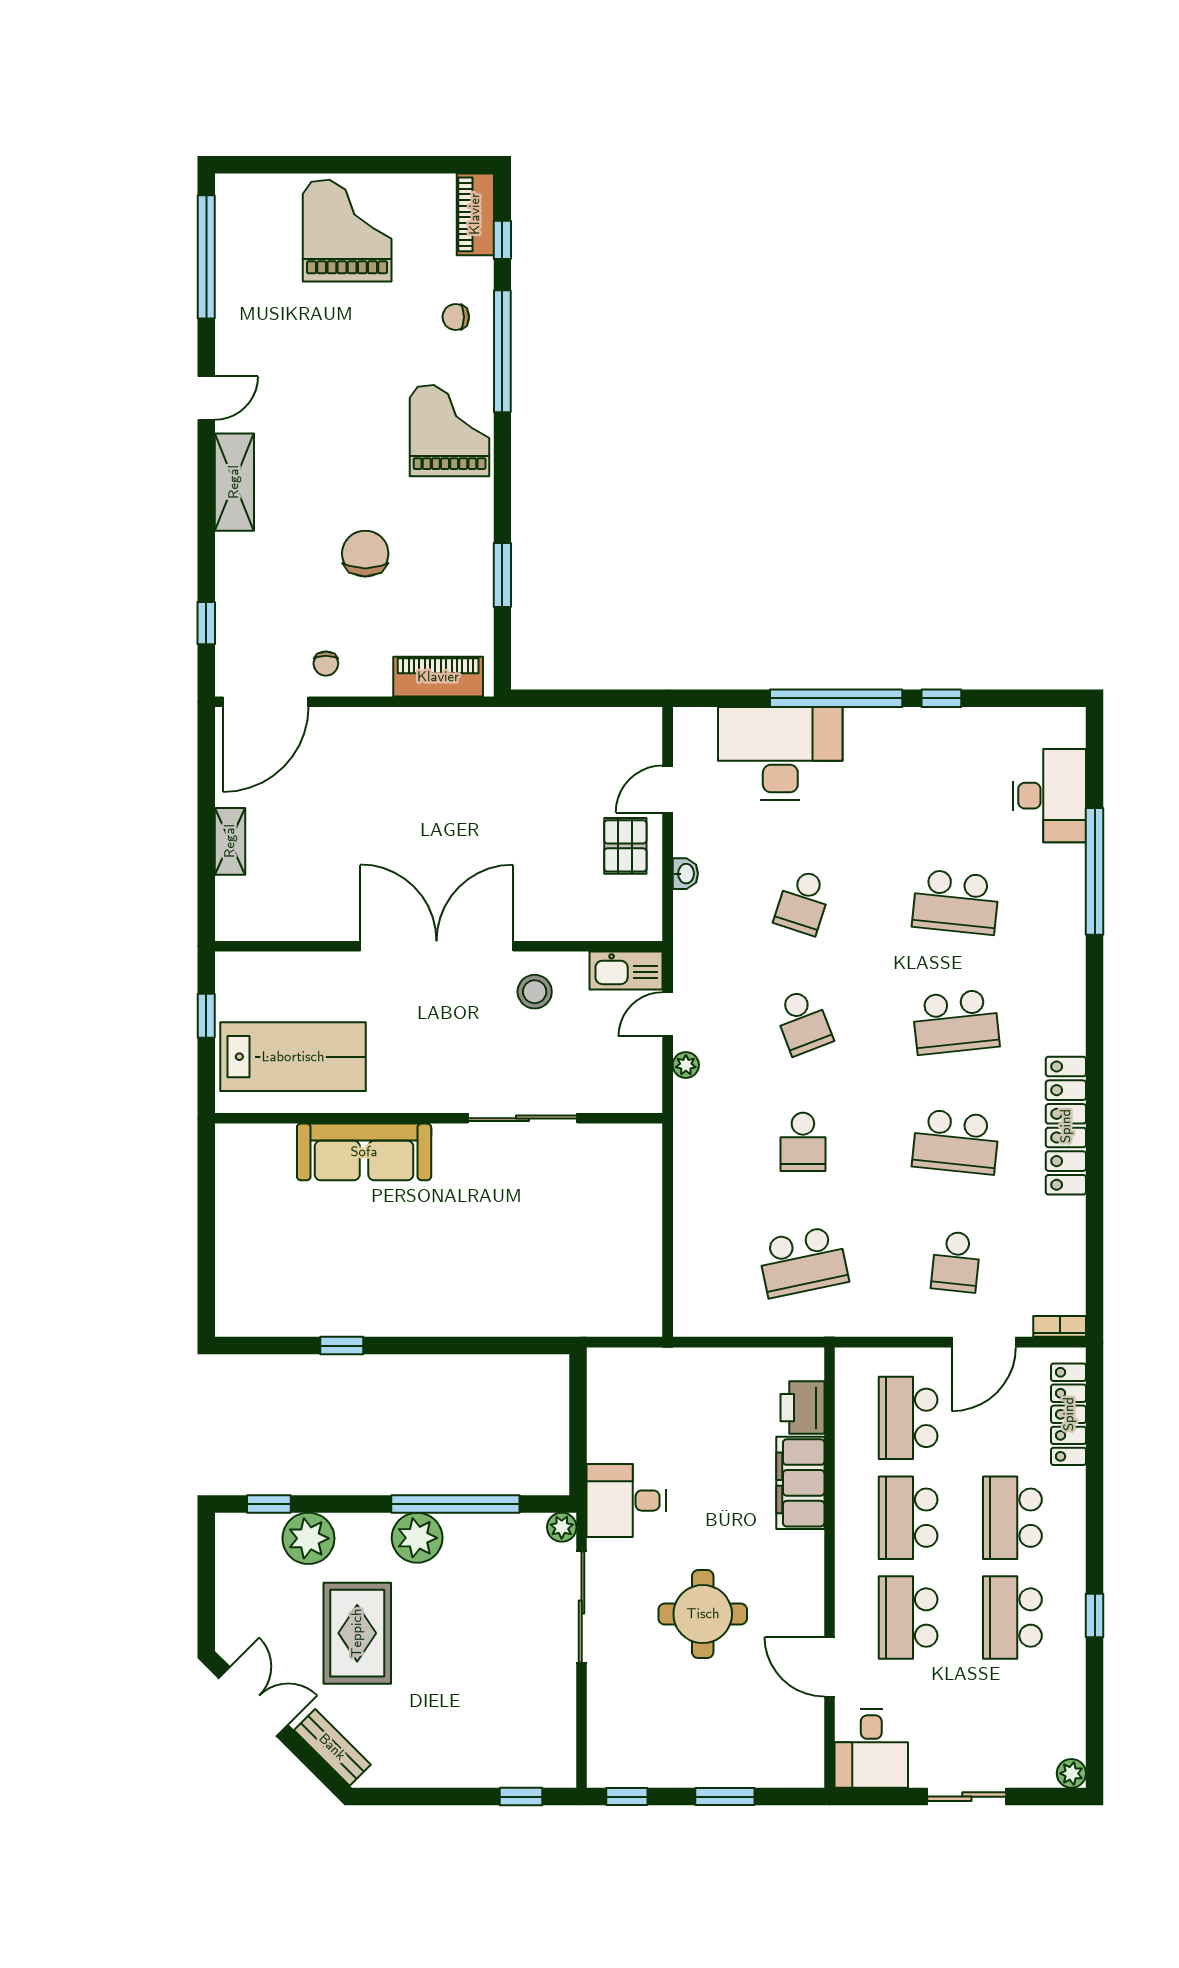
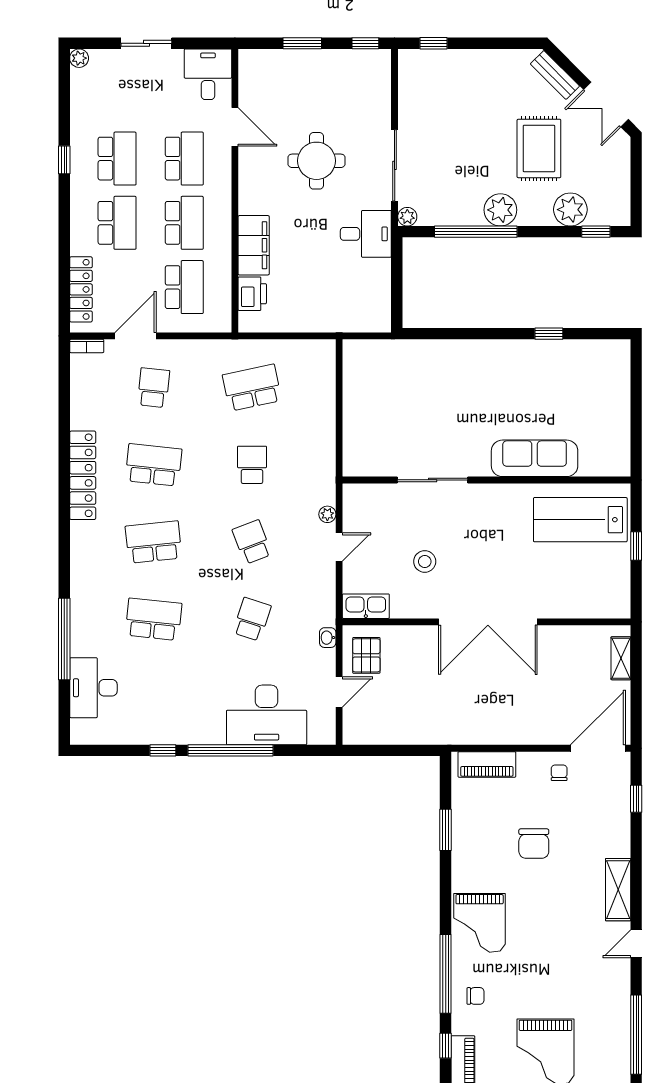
double door: (437, 946) -> (488, 622), moved
wall: (439, 946) -> (487, 622), moved
kitchen sink: (626, 971) -> (366, 606), moved

